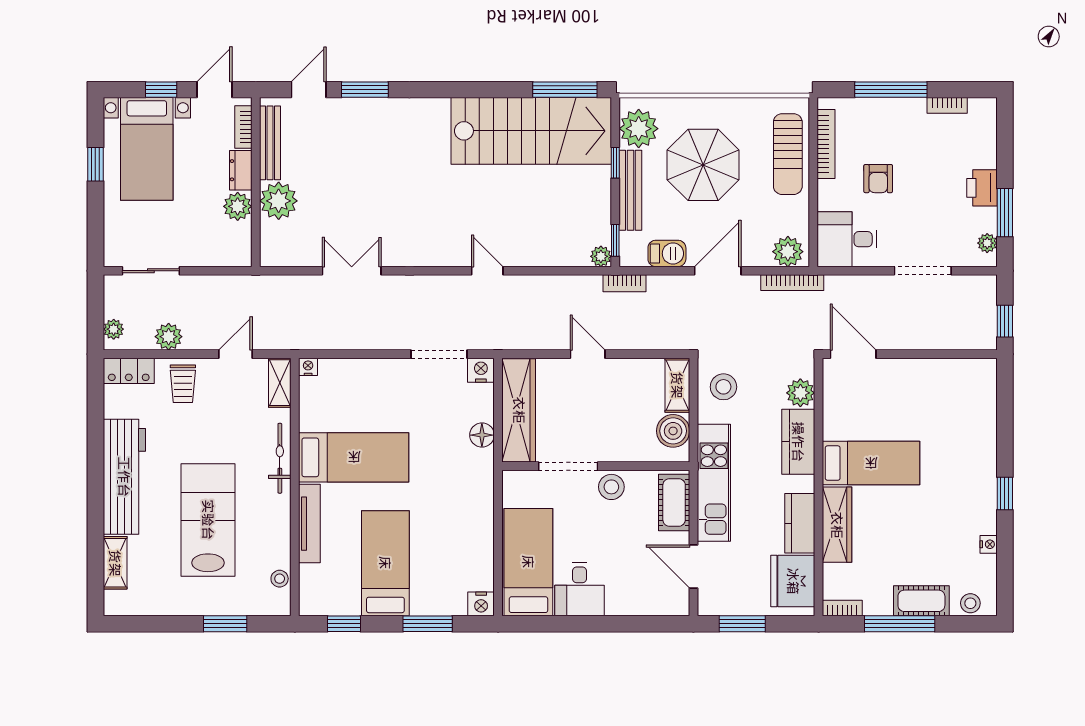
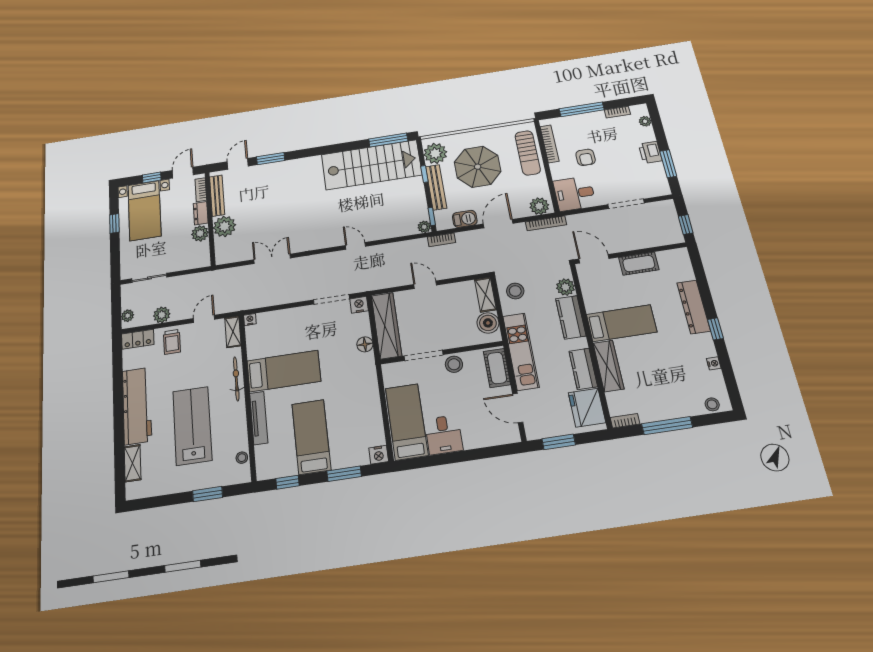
plant: (987, 243) -> (645, 121), moved
dresser: (982, 455) -> (694, 307), added
cot: (921, 601) -> (639, 264), moved

